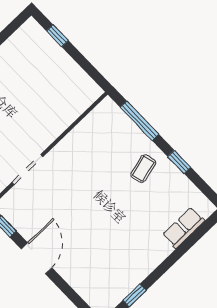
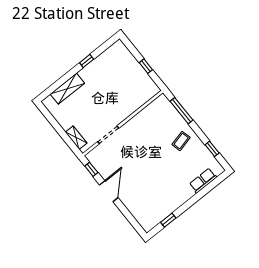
window: (57, 36) -> (146, 66), moved
window: (179, 162) -> (212, 149), moved

